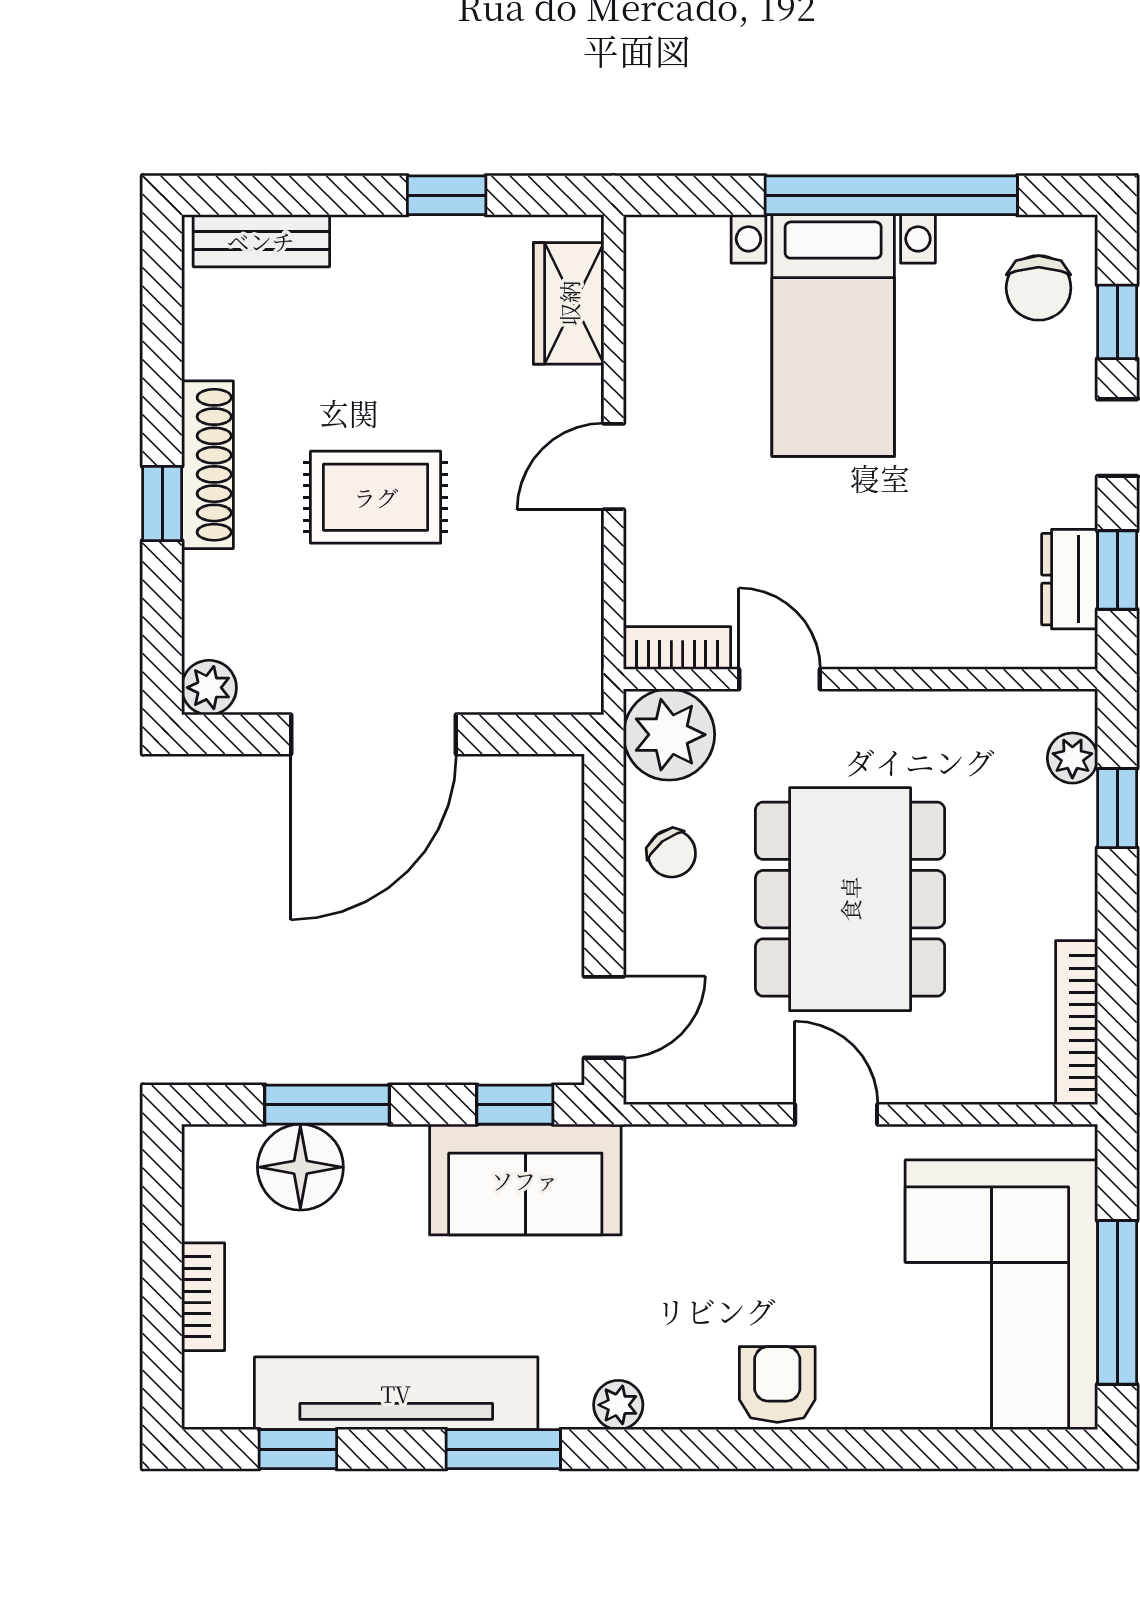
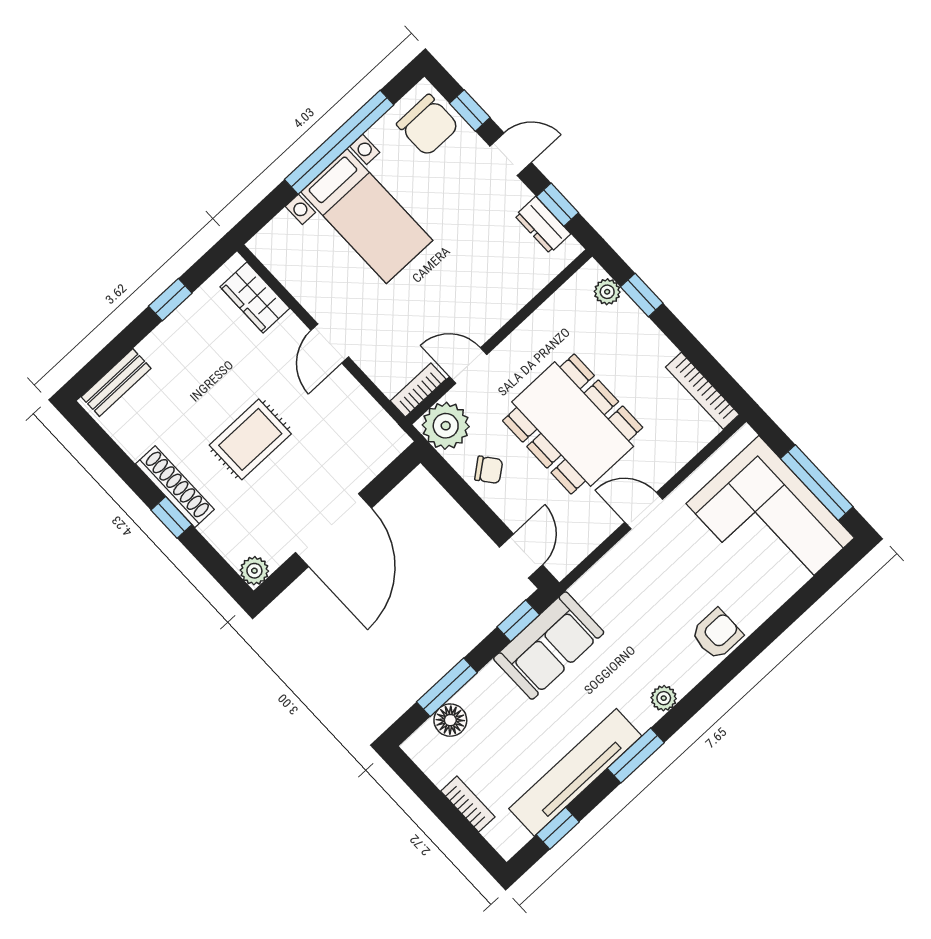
chair: (1039, 288) -> (428, 125), width x1.37, depth x1.37
floor lamp: (300, 1167) -> (450, 720), width x0.73, depth x0.73
armchair: (777, 1384) -> (717, 634), turned 90

